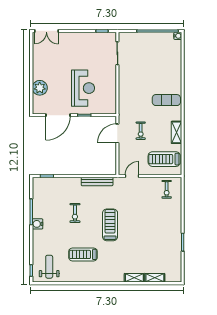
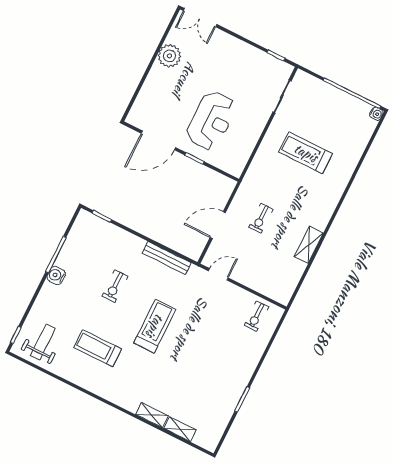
plant: (40, 88) -> (169, 56), moved
exercise mat: (166, 100) -> (317, 194), removed
door: (117, 133) -> (218, 225), moved
treadmill: (164, 159) -> (306, 153), moved

